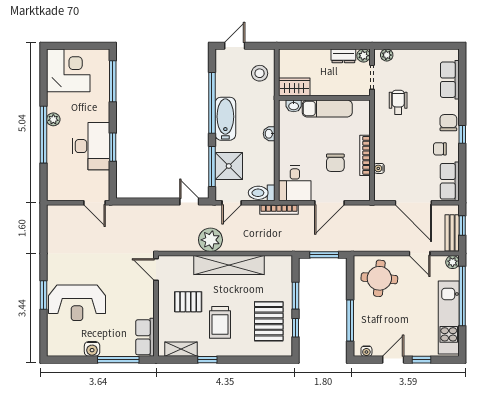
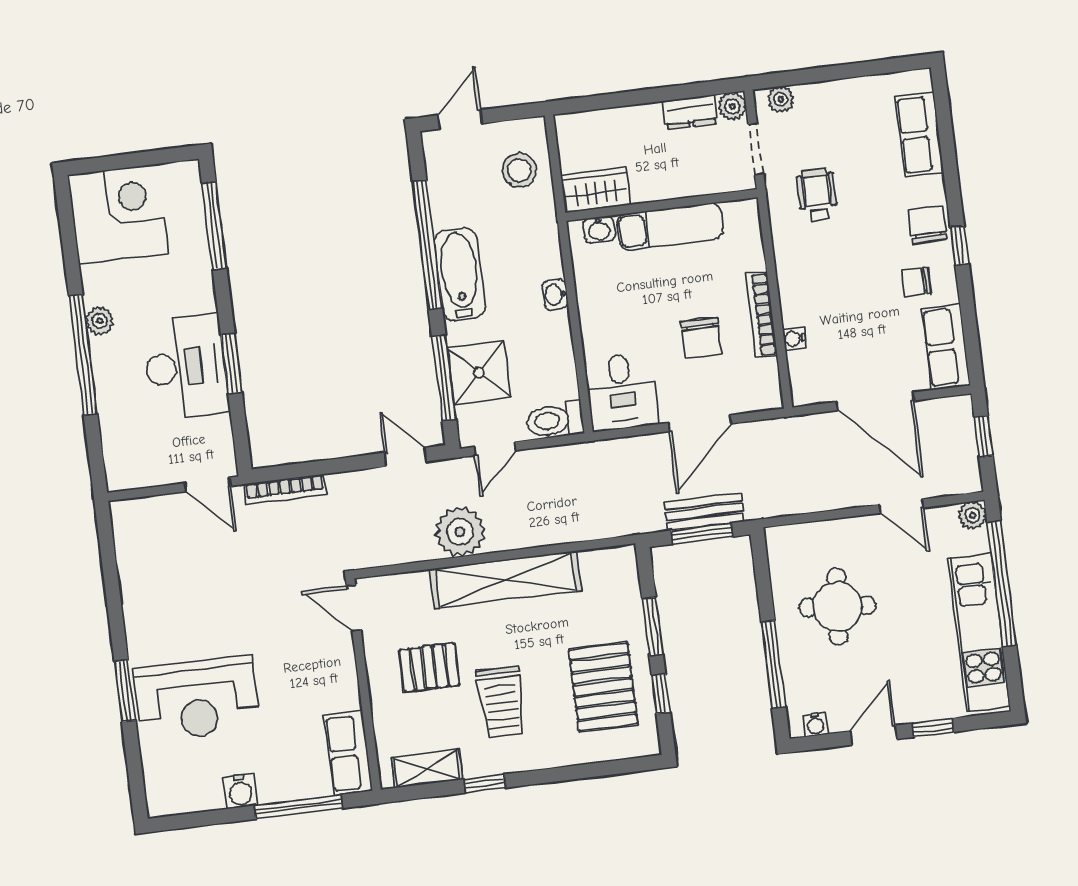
bookcase: (279, 210) -> (285, 489), moved
bench: (452, 233) -> (704, 512), moved, turned 90
round table: (379, 278) -> (837, 606), moved

